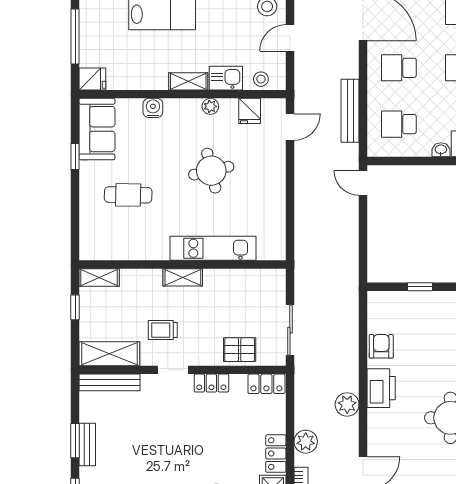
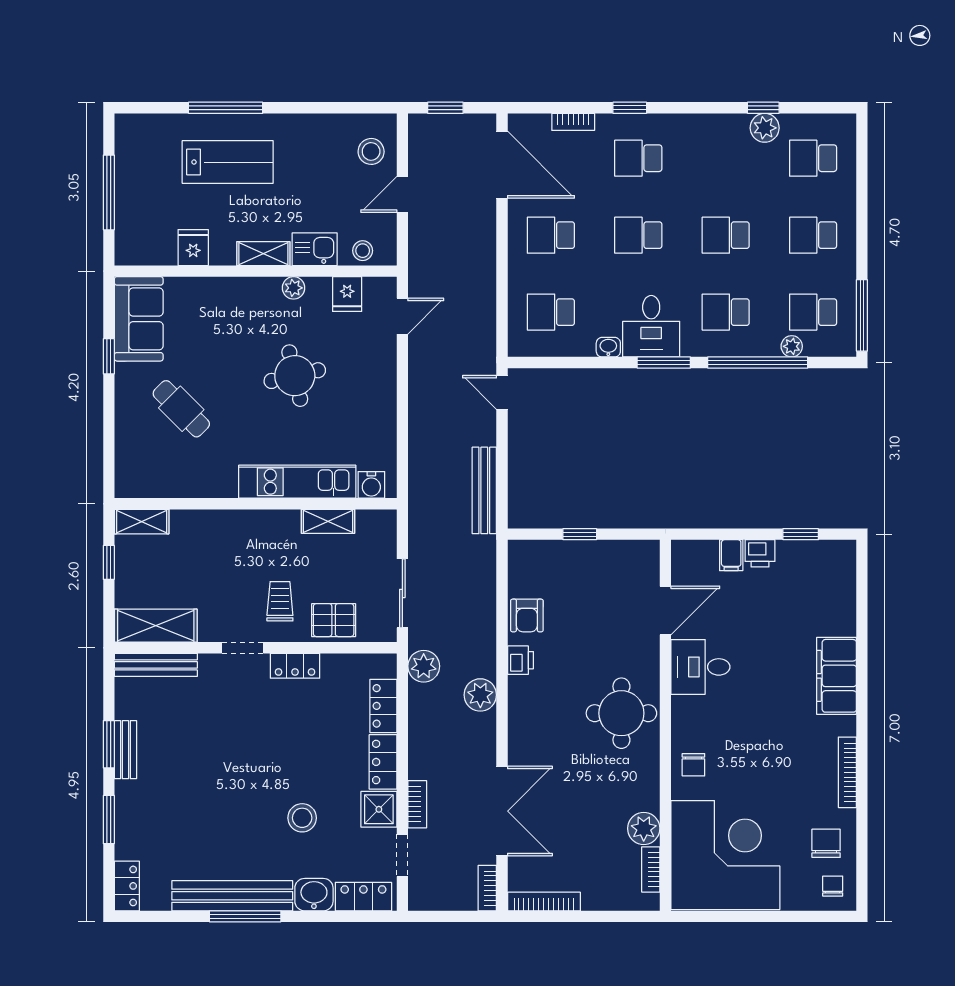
fridge: (92, 79) -> (193, 248), moved, turned -90
water cooler: (153, 108) -> (371, 485), moved, turned 180
bench: (350, 111) -> (484, 490), moved
cafe table: (128, 195) -> (181, 409), turned 44
shelving: (183, 277) -> (328, 521), moved
trolley: (163, 330) -> (280, 601), moved, turned 90
armchair: (381, 346) -> (527, 616), turned 180
locker: (266, 384) -> (383, 706), moved, turned 90
printer: (381, 388) -> (521, 660), width x0.53, depth x0.68
plant: (306, 442) -> (424, 666), moved

